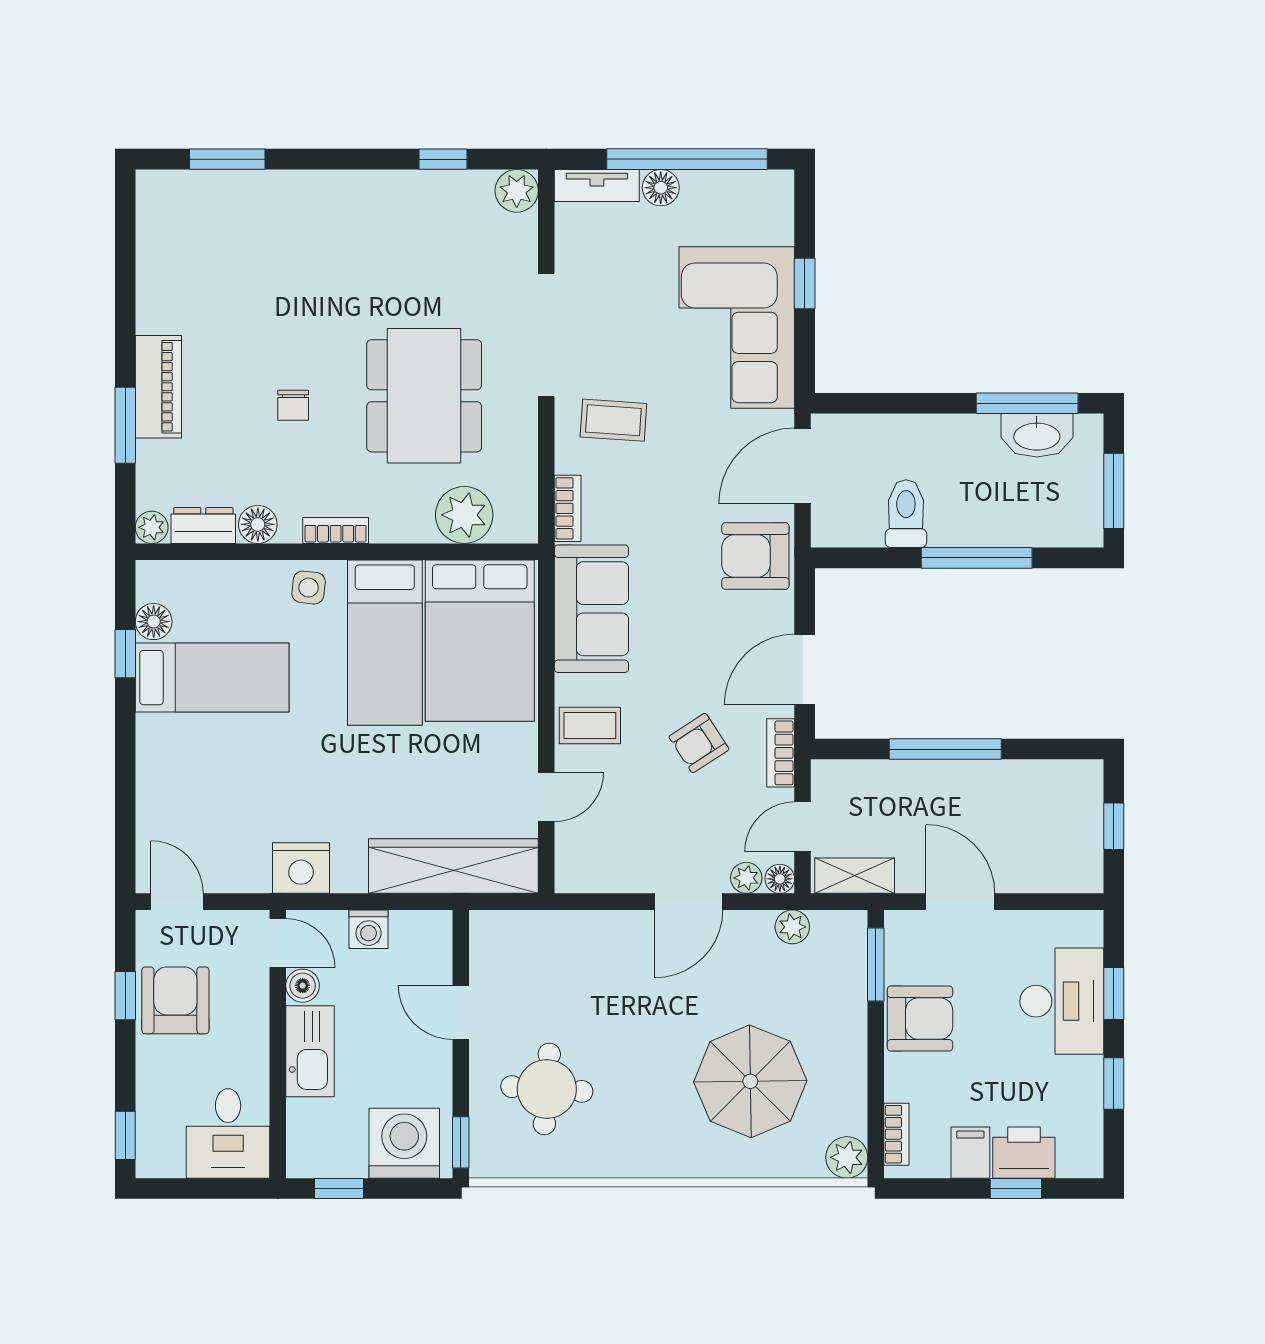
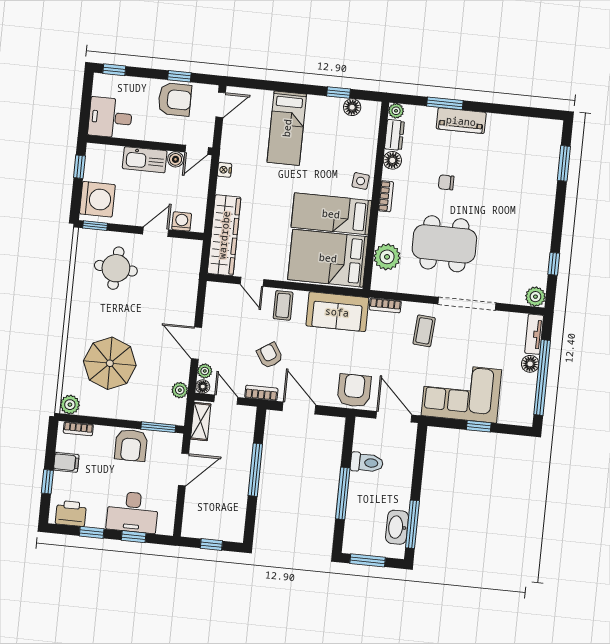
bed: (212, 678) -> (287, 128), moved
nightstand: (301, 868) -> (224, 170), width x0.53, depth x0.56
washing machine: (369, 929) -> (182, 221), moved, turned 90
printer: (1024, 1153) -> (71, 513), moved, turned -90

